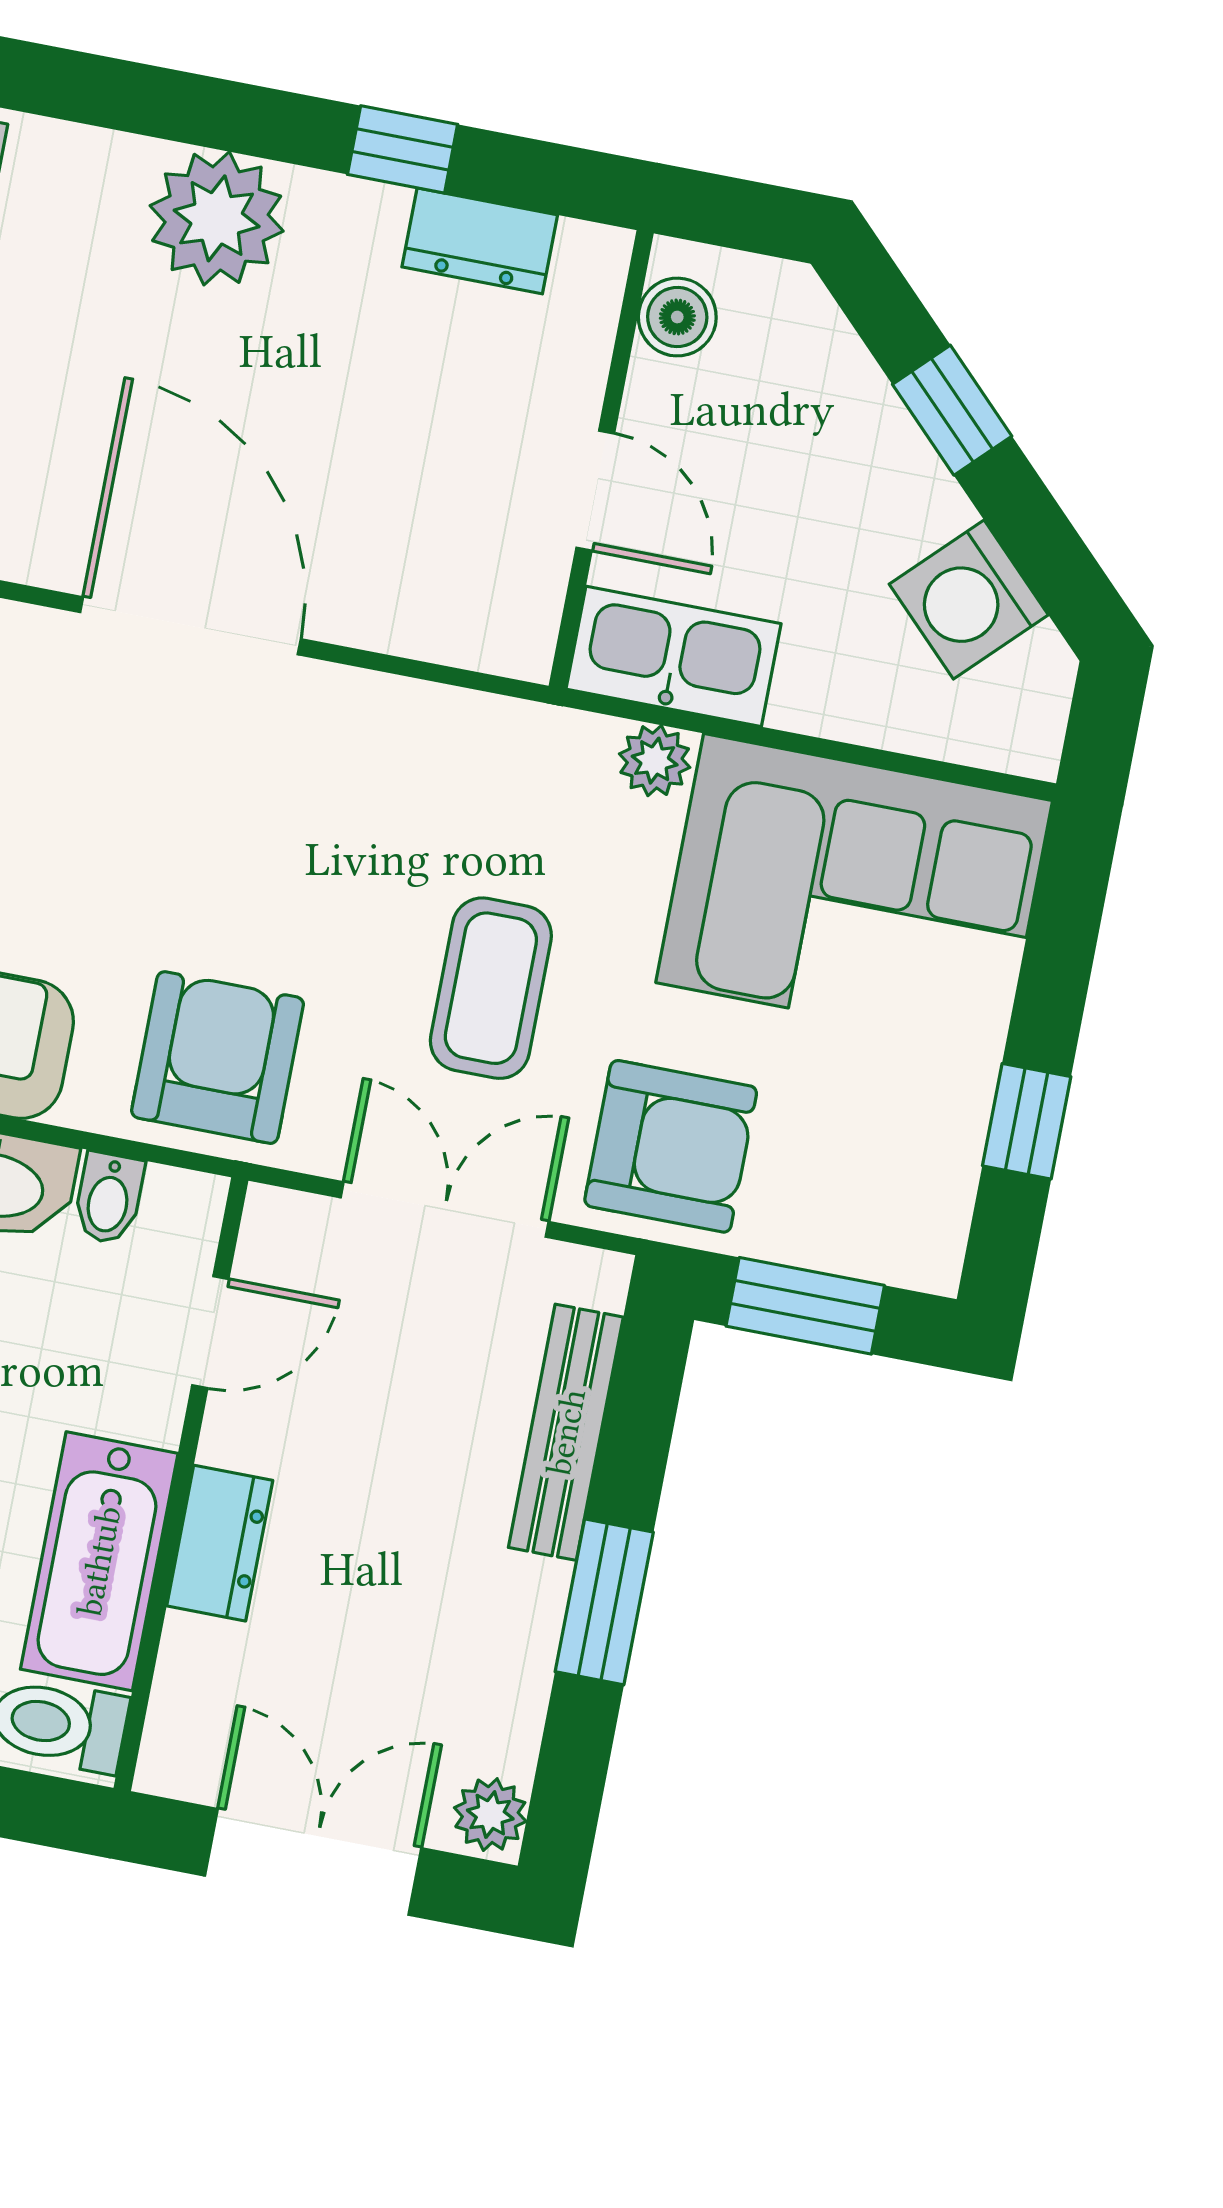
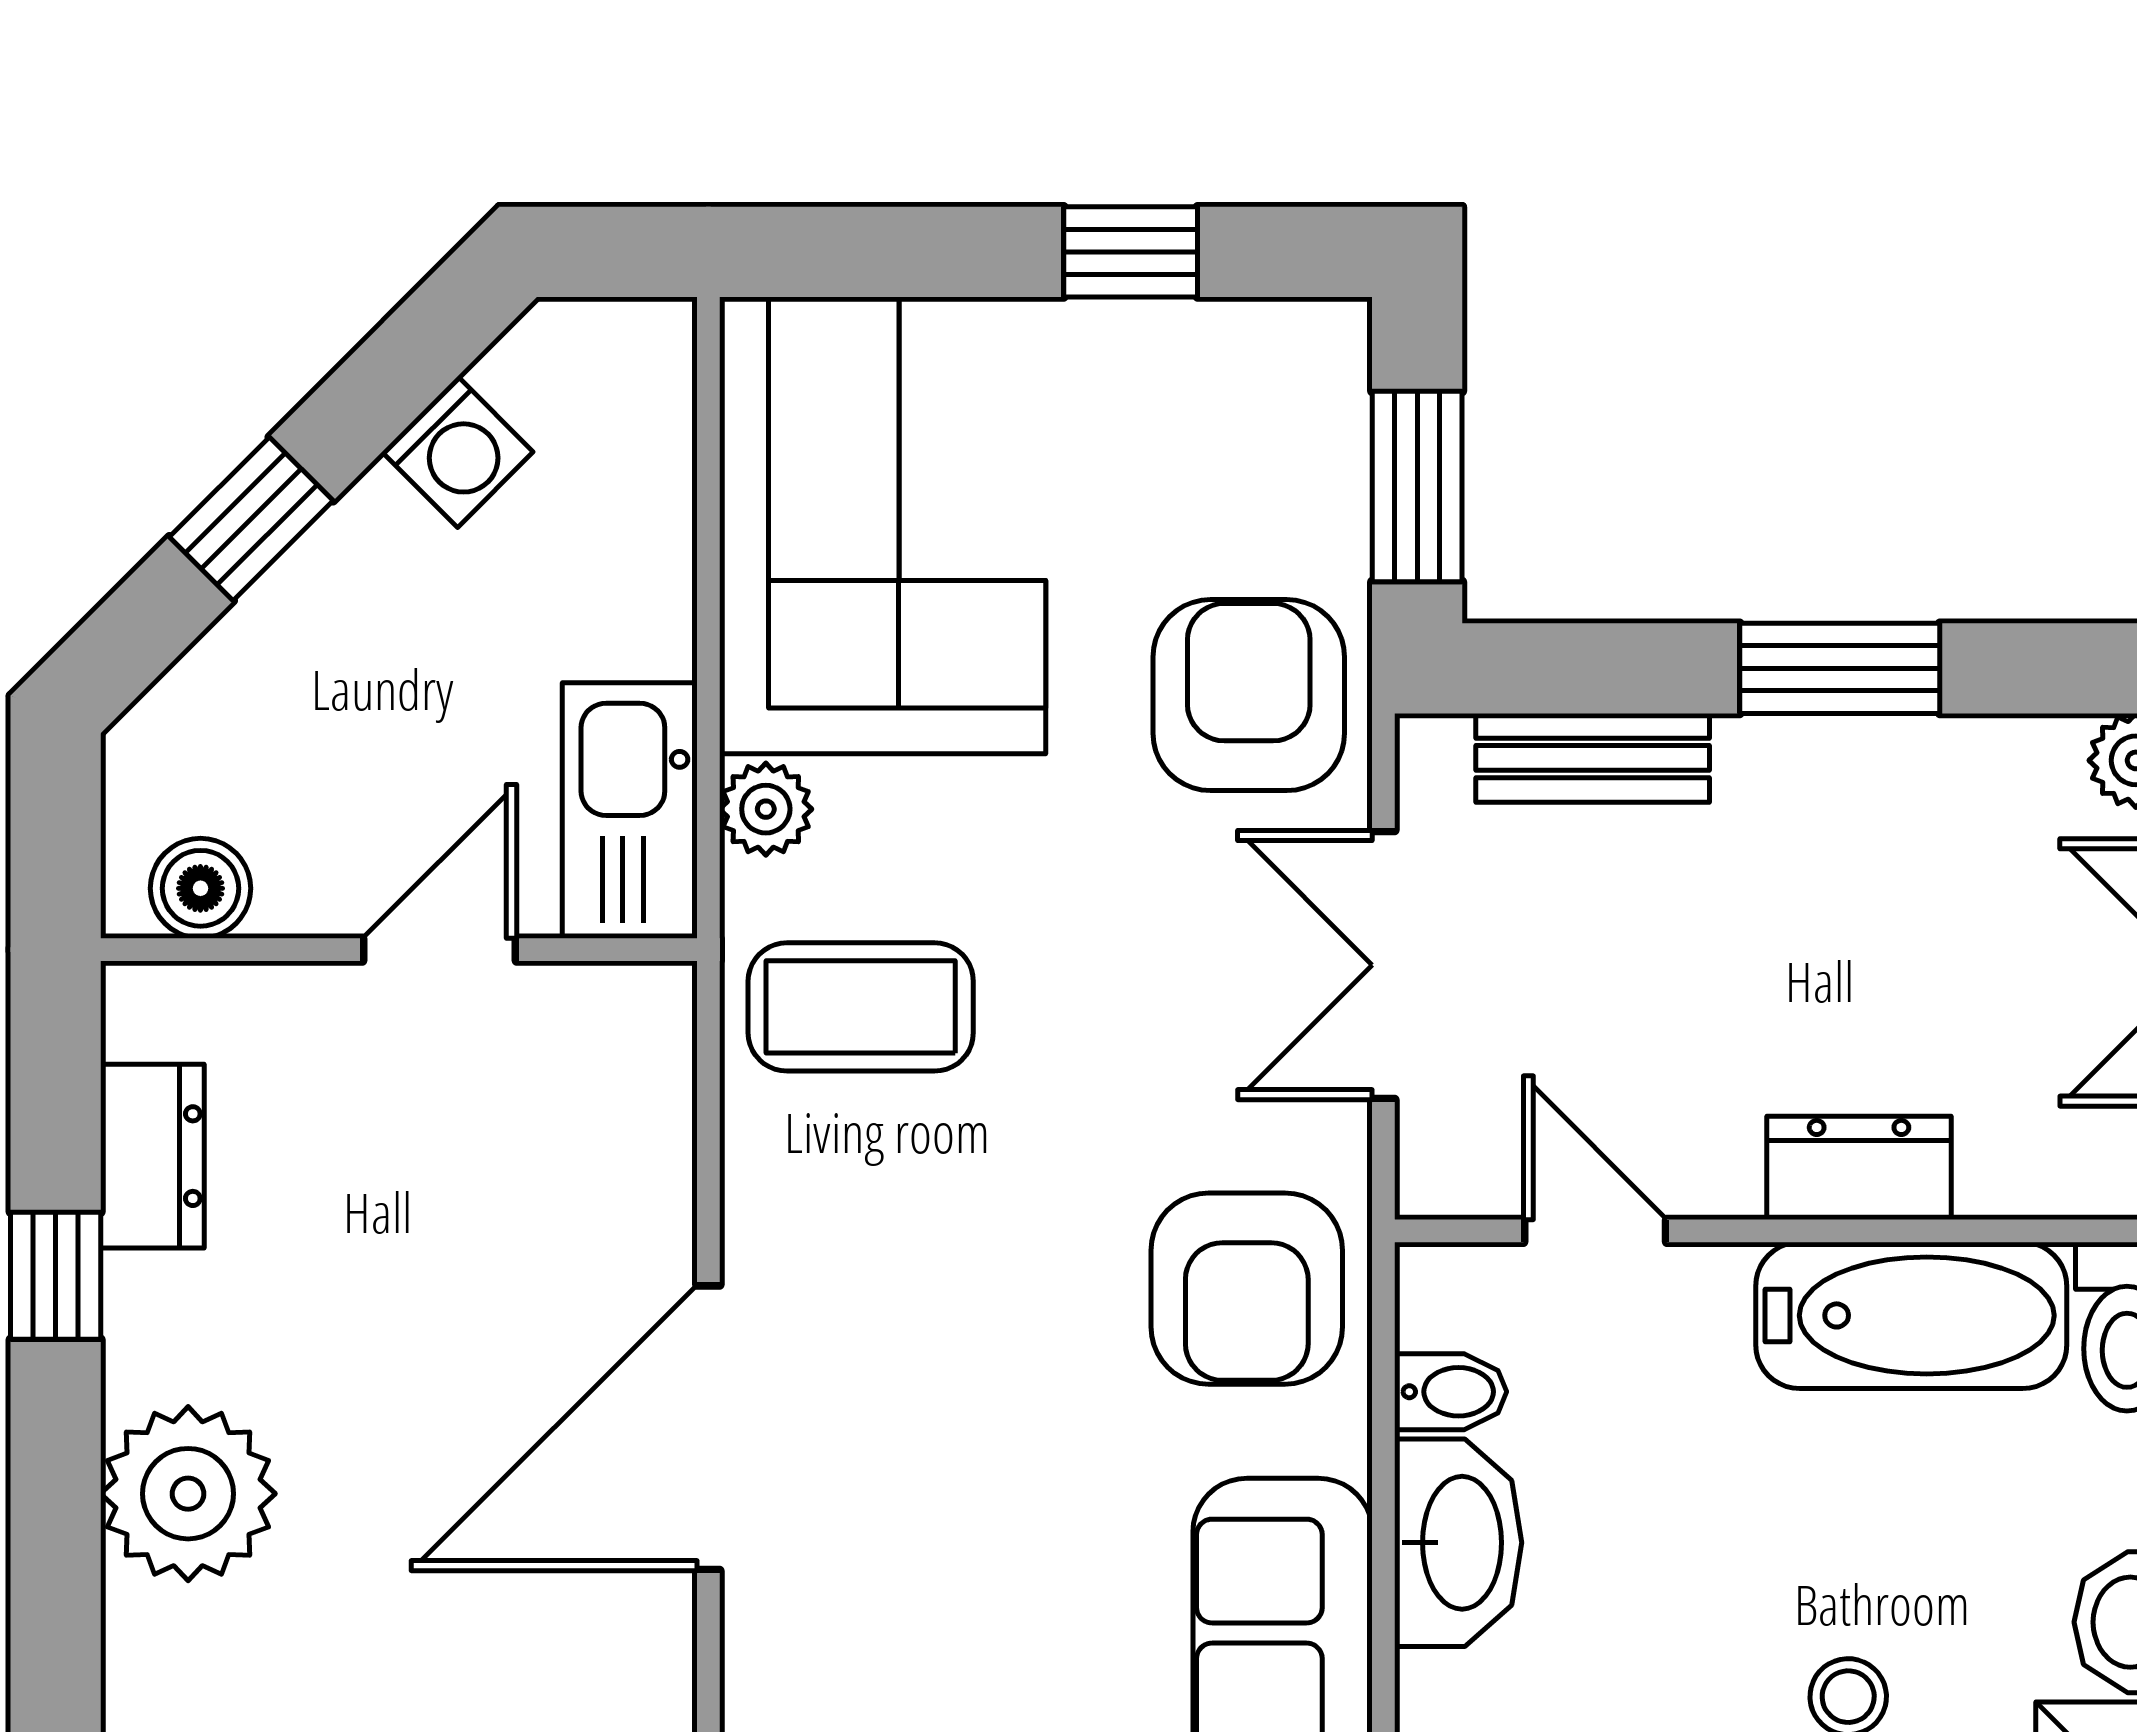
washing machine: (969, 599) -> (458, 452), width x0.73, depth x0.73
coffee table: (491, 988) -> (861, 1007), moved
armchair: (218, 1058) -> (1247, 1289), turned -90
bench: (566, 1432) -> (1593, 758), width x0.73

